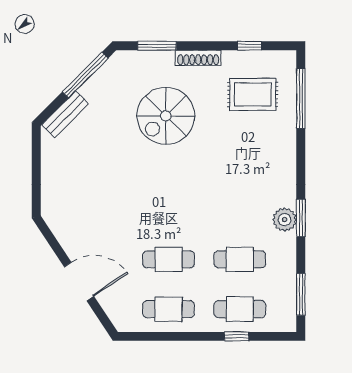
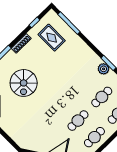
rug: (253, 94) -> (52, 38), turned 90
spiral stairs: (166, 116) -> (24, 83), moved

